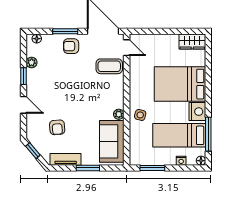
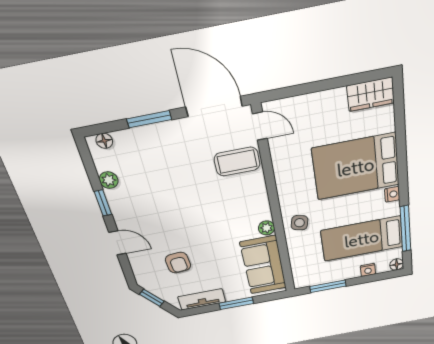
armchair: (71, 46) -> (166, 142), removed
nightstand: (197, 112) -> (392, 194), width x0.53, depth x0.56

